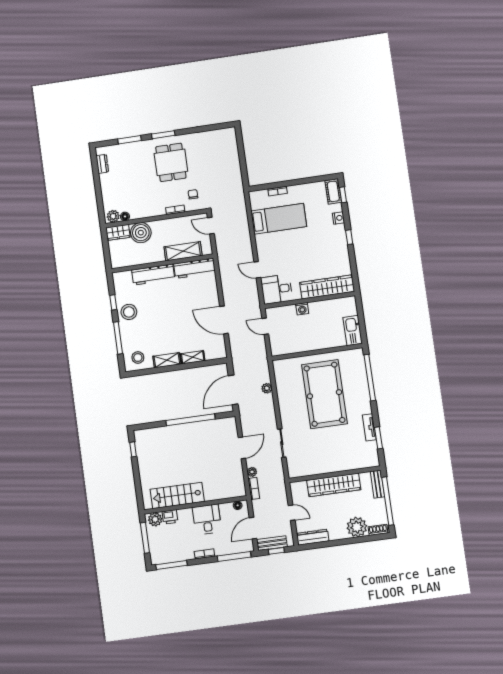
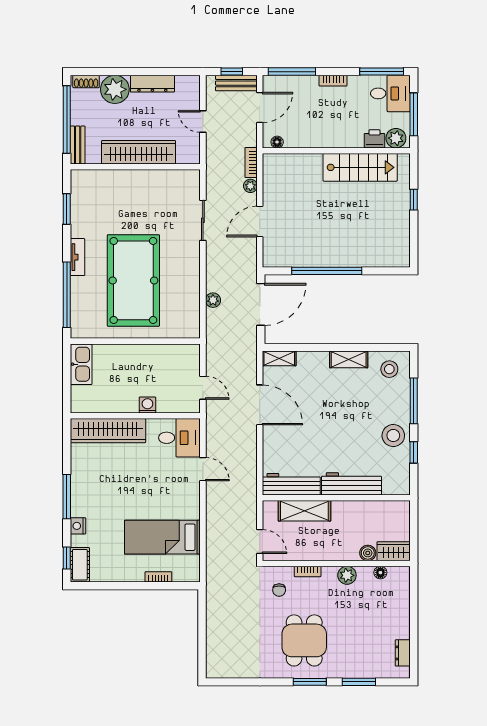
plant: (113, 216) -> (347, 575), moved
boiler: (141, 233) -> (368, 553), width x0.54, depth x0.54
window: (349, 237) -> (67, 497), width x2.17
shelving: (193, 357) -> (279, 358), moved
tv unit: (369, 427) -> (77, 257), moved
window: (133, 449) -> (414, 200), moved
desk: (207, 519) -> (390, 93), moved, turned -90
dresser: (313, 537) -> (152, 84), moved

